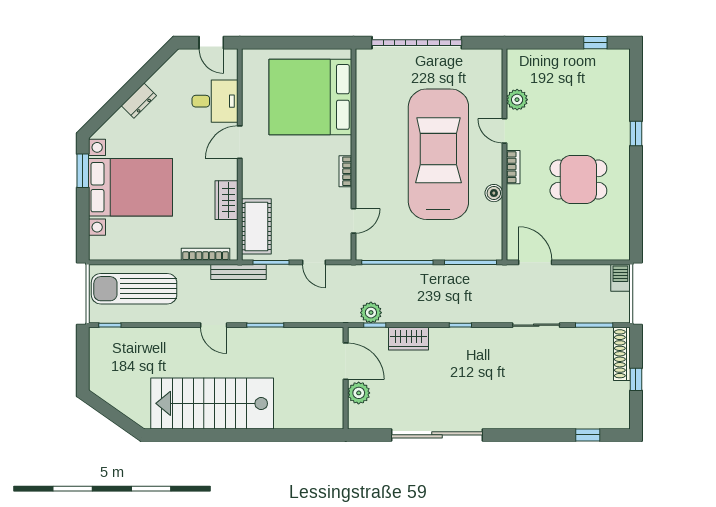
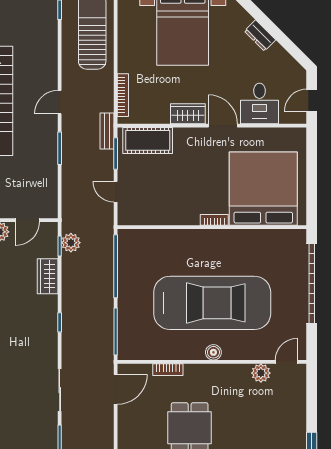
door: (505, 131) -> (286, 362), moved
bookcase: (513, 167) -> (168, 370), moved
bookcase: (345, 171) -> (214, 220), moved
boiler: (494, 193) -> (213, 352), moved
wardrobe: (227, 200) -> (188, 114), moved
door: (353, 221) -> (153, 227), removed
door: (314, 262) -> (116, 192), hinge flipped
bench: (238, 272) -> (107, 131), width x0.73
door: (346, 361) -> (27, 220), width x0.73

